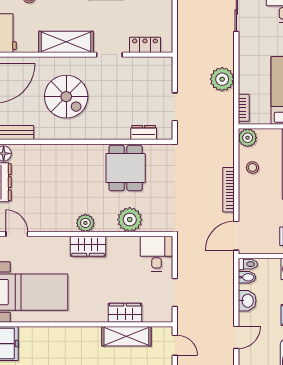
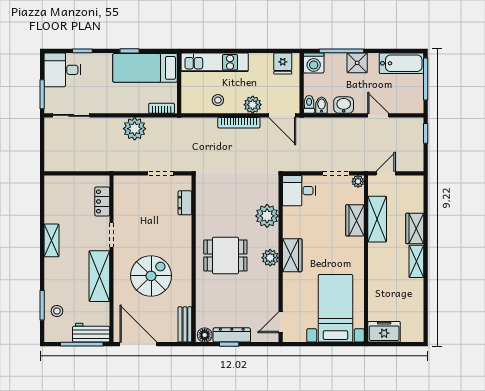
plant: (248, 138) -> (253, 105), moved
dining table: (126, 168) -> (225, 255), moved
plant: (166, 316) -> (358, 181), added

